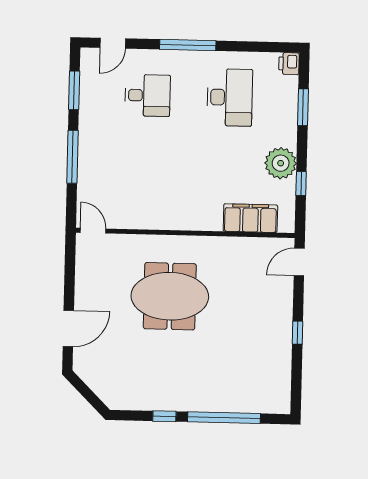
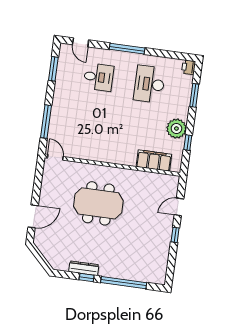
door: (113, 43) -> (81, 42), hinge flipped
desk: (230, 97) -> (149, 84), turned 180
window: (72, 157) -> (46, 122), moved
door: (299, 262) -> (179, 207), moved
dresser: (158, 402) -> (84, 268), added

